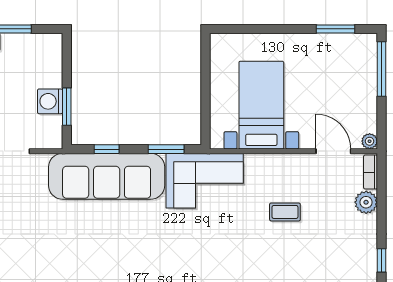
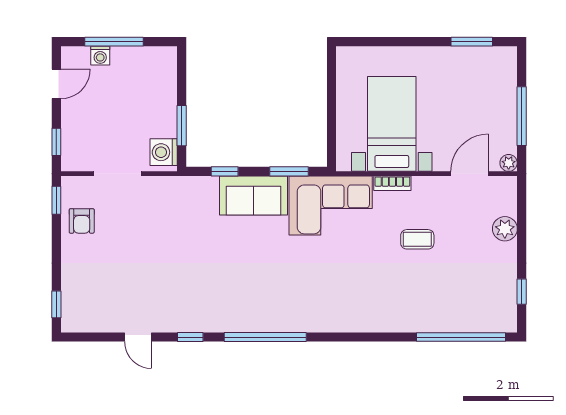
window: (382, 69) -> (522, 116), moved
washing machine: (50, 101) -> (164, 152), moved
door: (333, 151) -> (470, 174), hinge flipped
bookcase: (371, 172) -> (392, 183), moved, turned -90
sofa: (107, 176) -> (253, 195), width x0.54, depth x0.79

